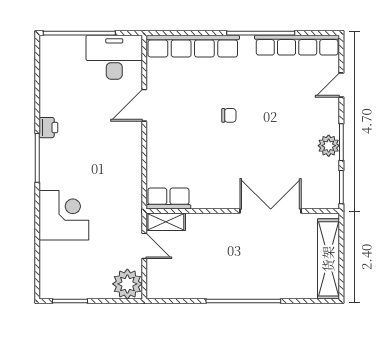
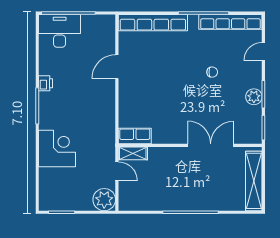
desk: (114, 57) -> (60, 31), moved
chair: (229, 115) -> (212, 72), moved

